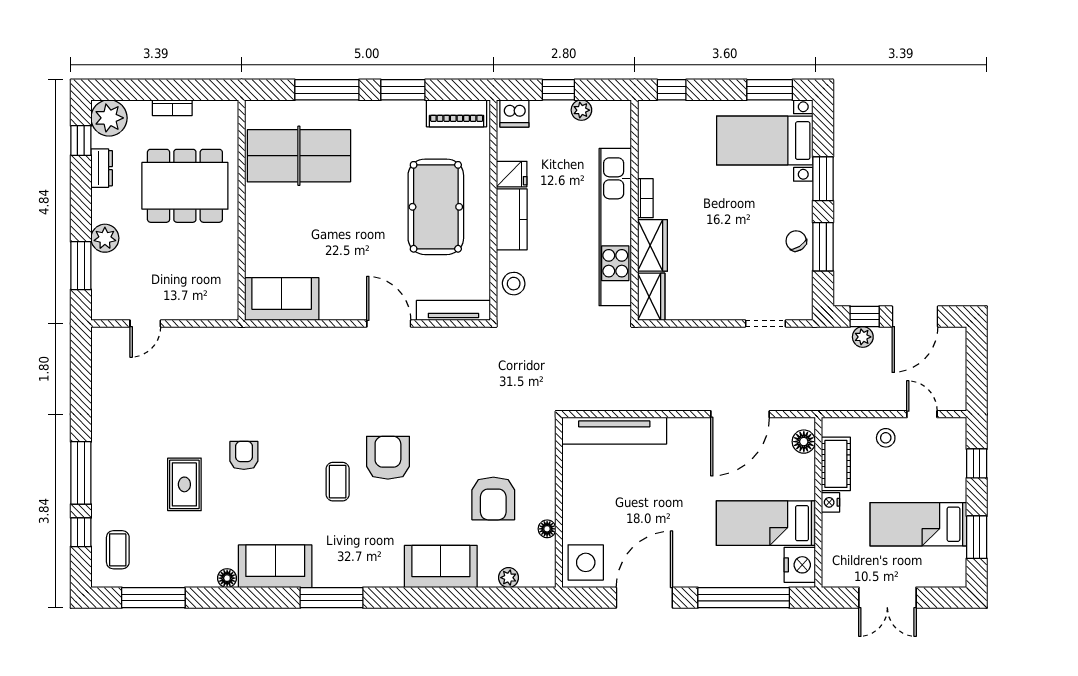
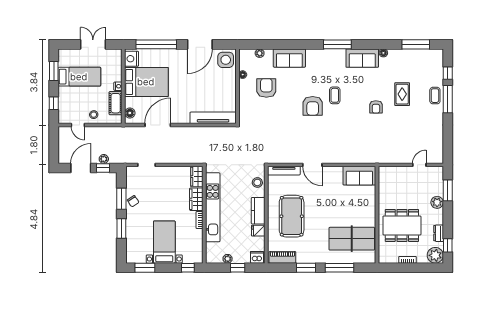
bed with nightstands: (765, 141) -> (164, 242), moved, turned -90
bed: (766, 523) -> (146, 82), width x1.50
coffee table: (118, 550) -> (435, 96), moved

